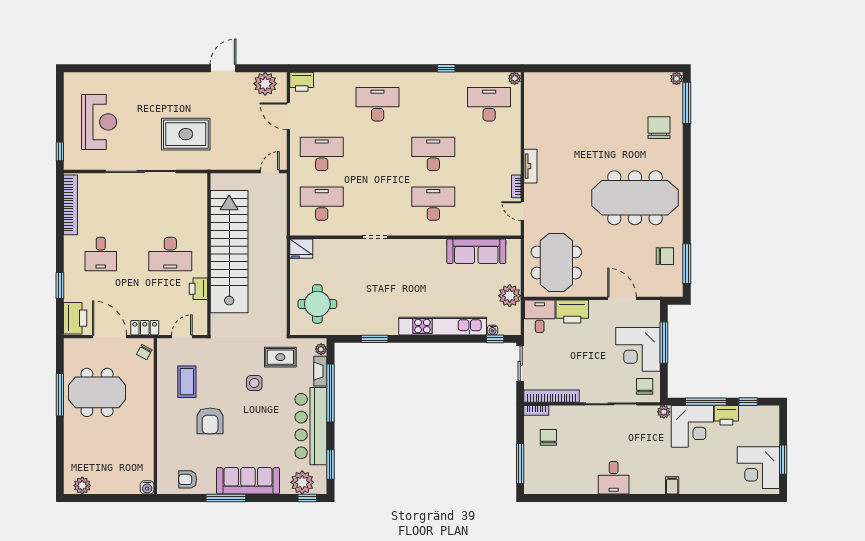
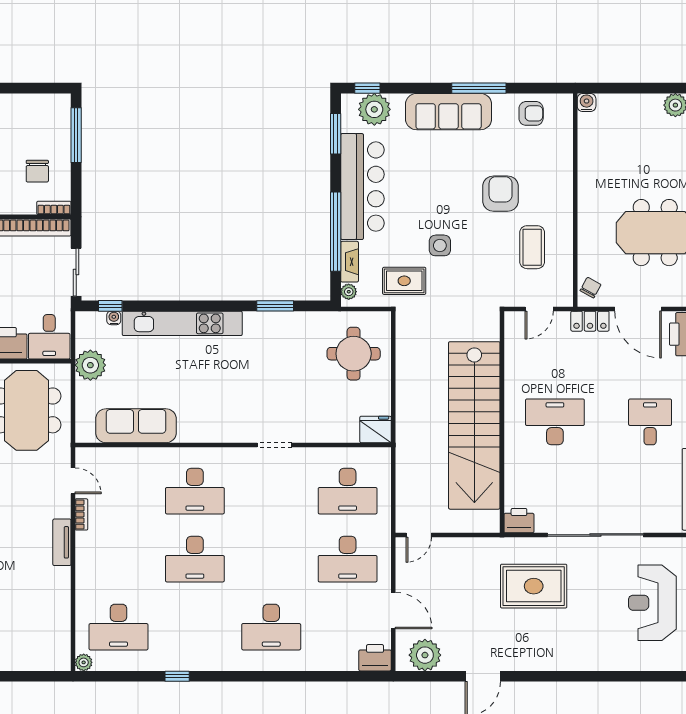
printer: (198, 289) -> (519, 521), moved, turned -90

